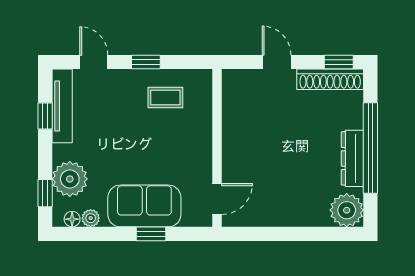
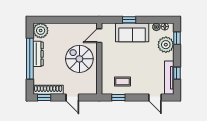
window: (146, 62) -> (118, 98), moved
spiral stairs: (261, 147) -> (79, 59), added

